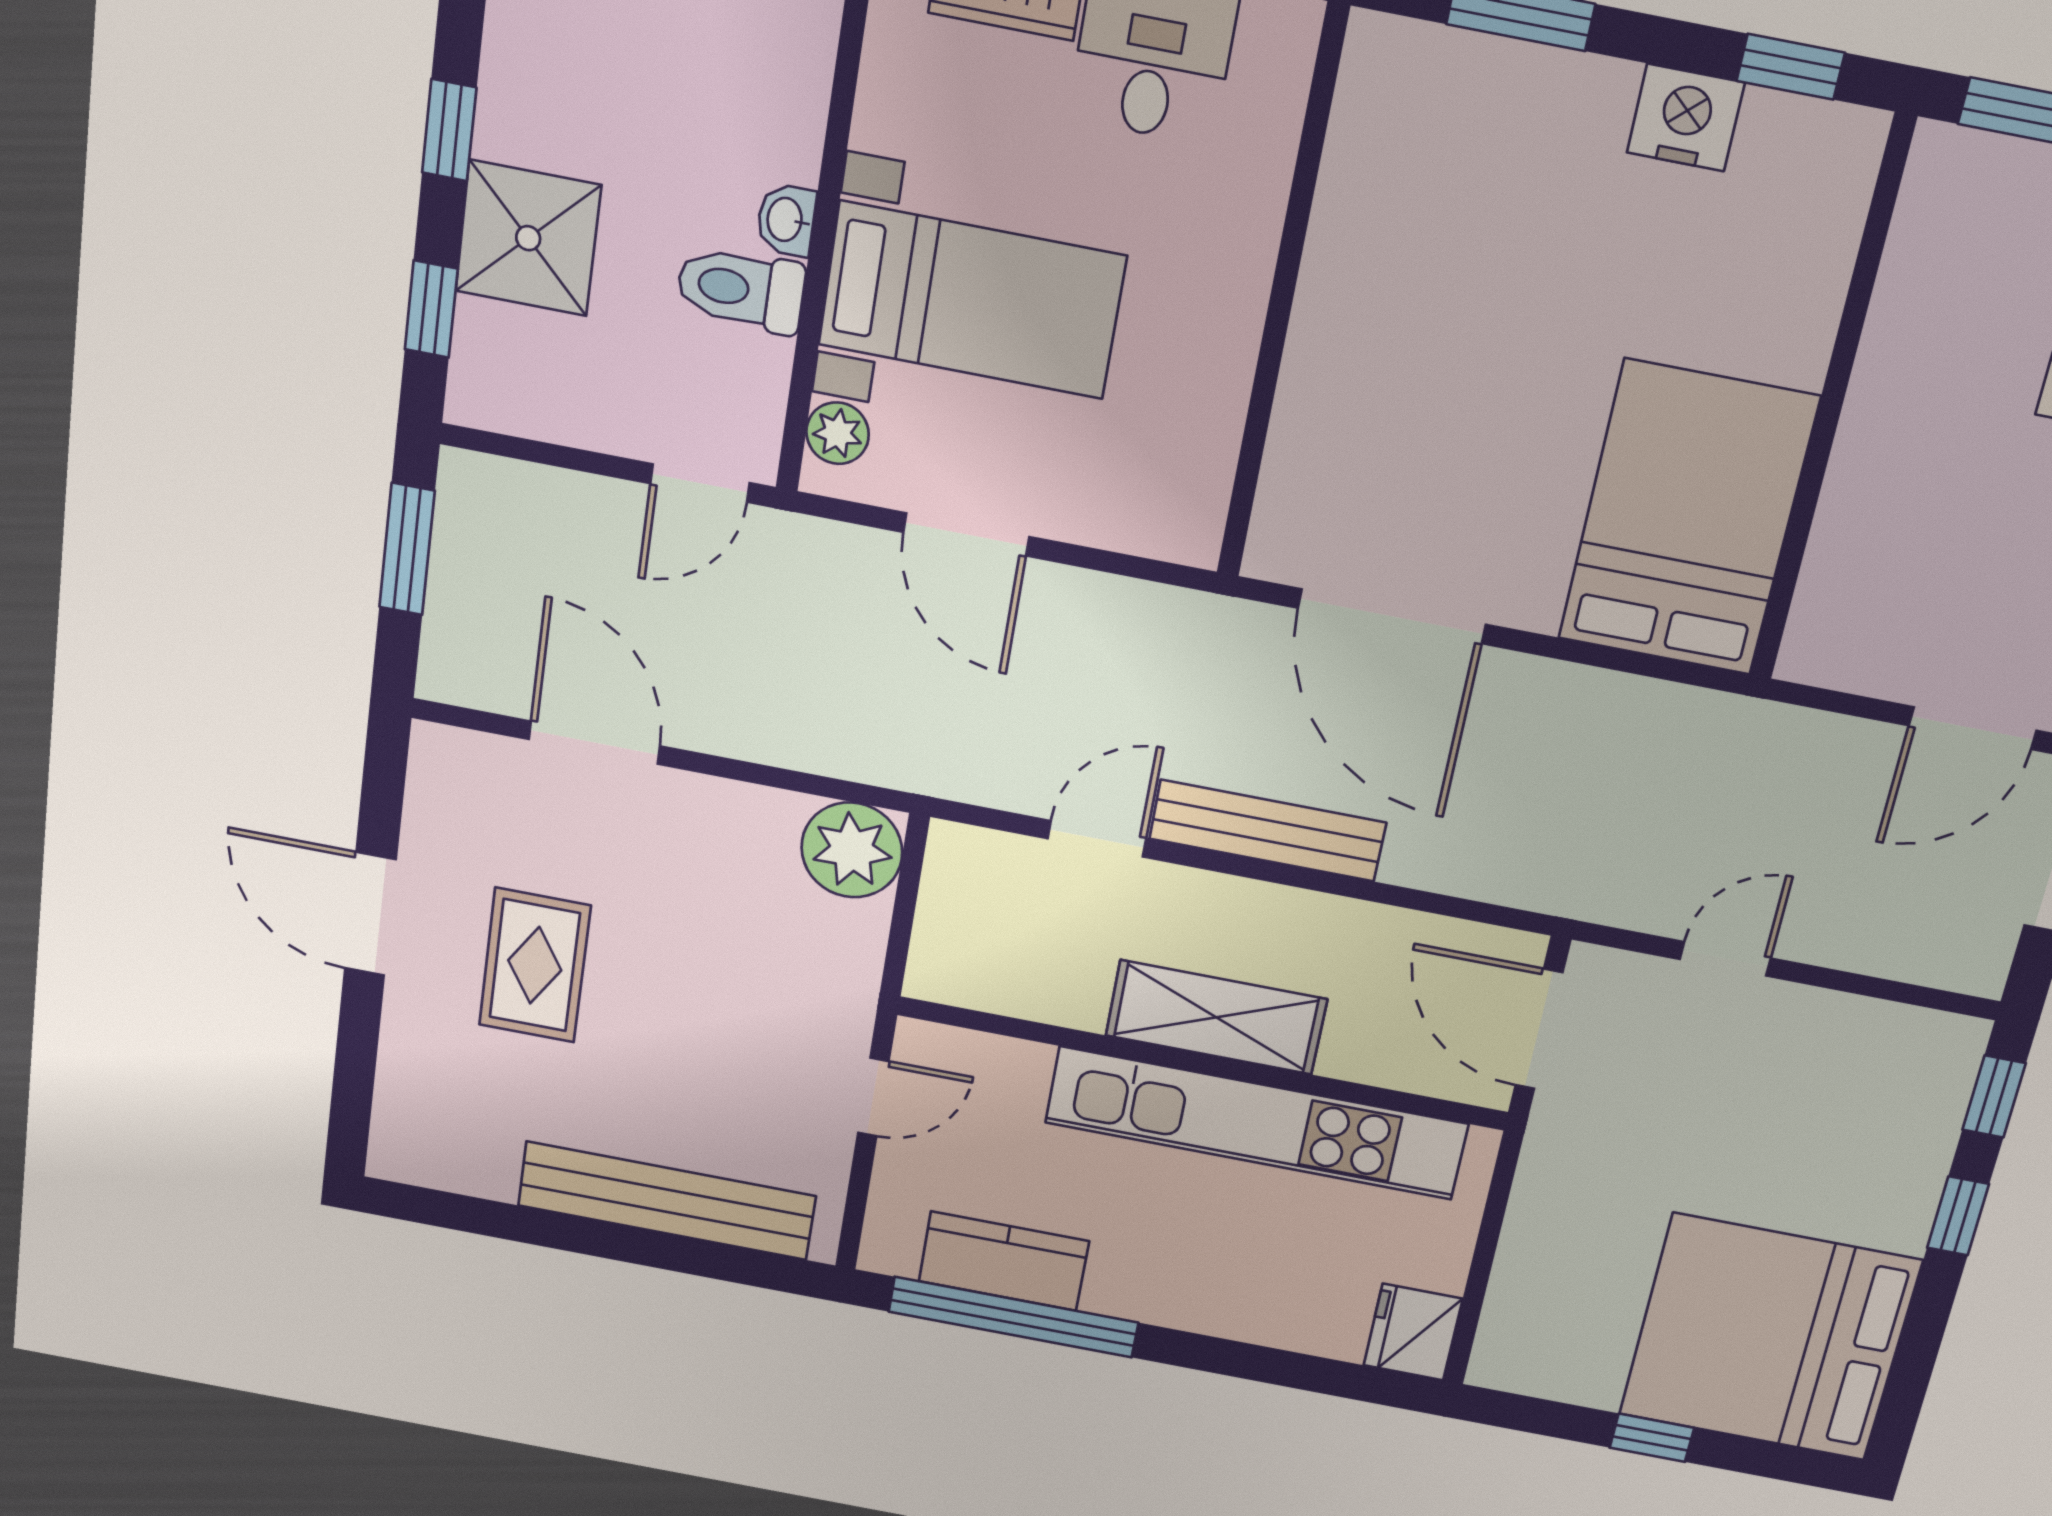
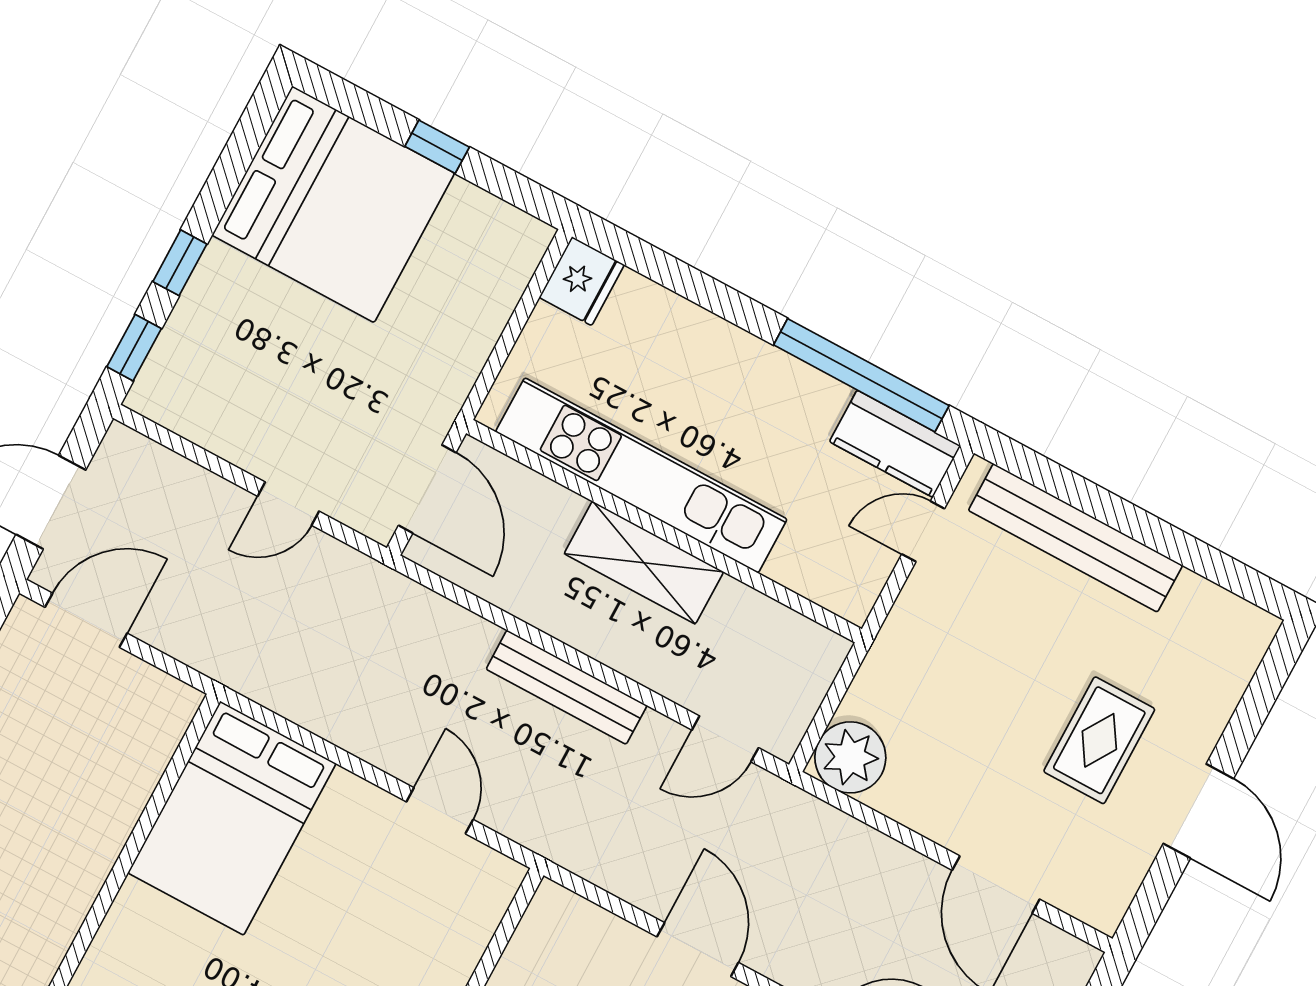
door: (1392, 616) -> (440, 811), width x0.53
door: (1097, 839) -> (725, 739), moved
door: (873, 1097) -> (923, 531), moved
kitchen counter: (1004, 1261) -> (895, 444), moved

